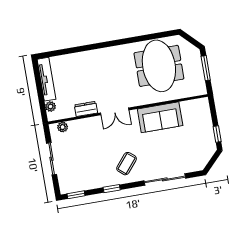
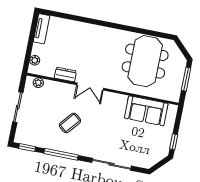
tv unit: (46, 79) -> (42, 29), width x0.71
sofa: (160, 117) -> (146, 111), moved
coffee table: (127, 164) -> (70, 123), moved
window: (112, 189) -> (61, 154), width x2.17

